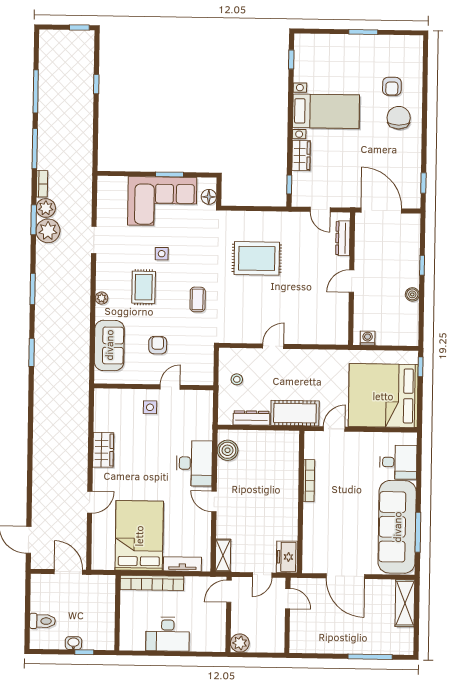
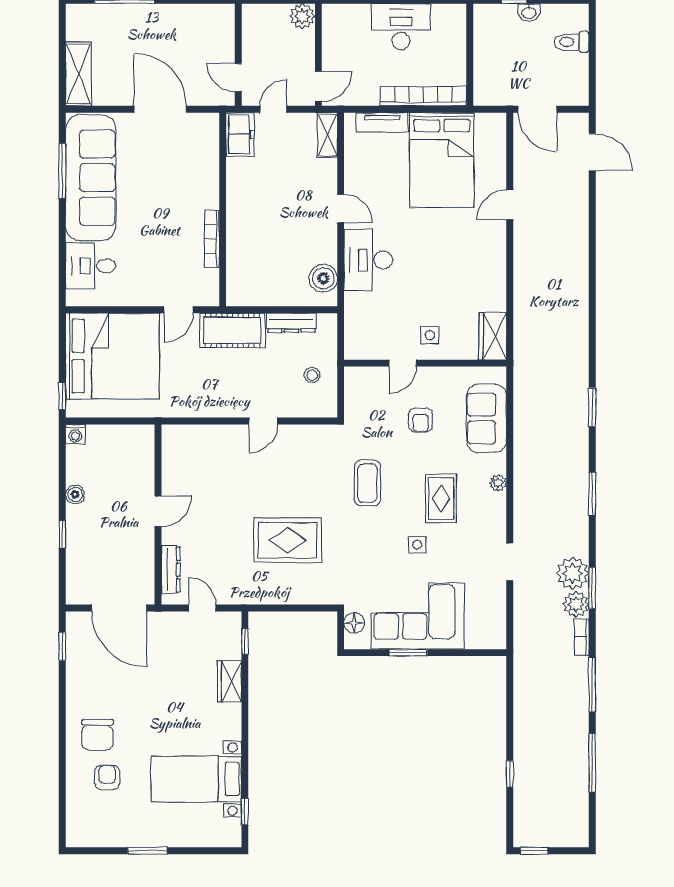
bed with nightstands: (326, 111) -> (196, 779), moved
coffee table: (198, 299) -> (367, 483), width x1.36, depth x1.30
washing machine: (368, 338) -> (75, 434), moved
wardrobe: (103, 450) -> (493, 336), moved

